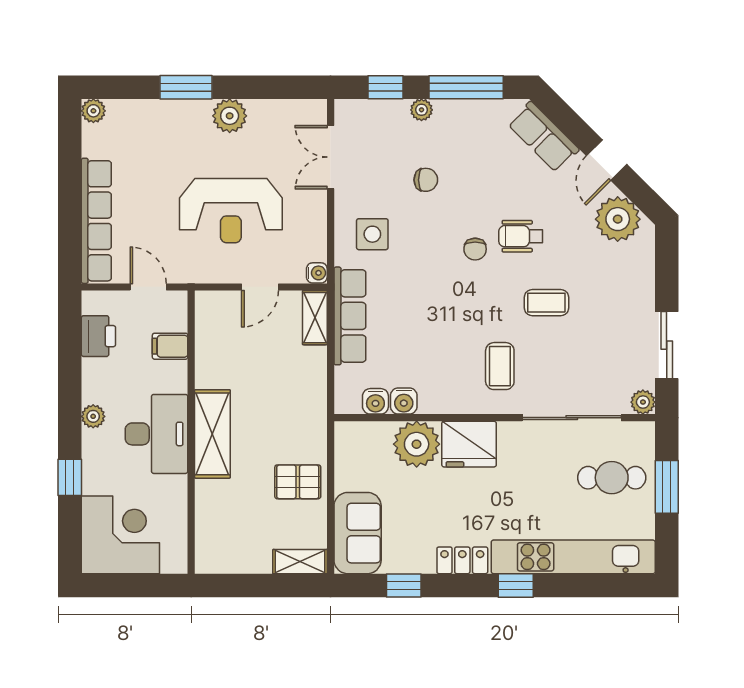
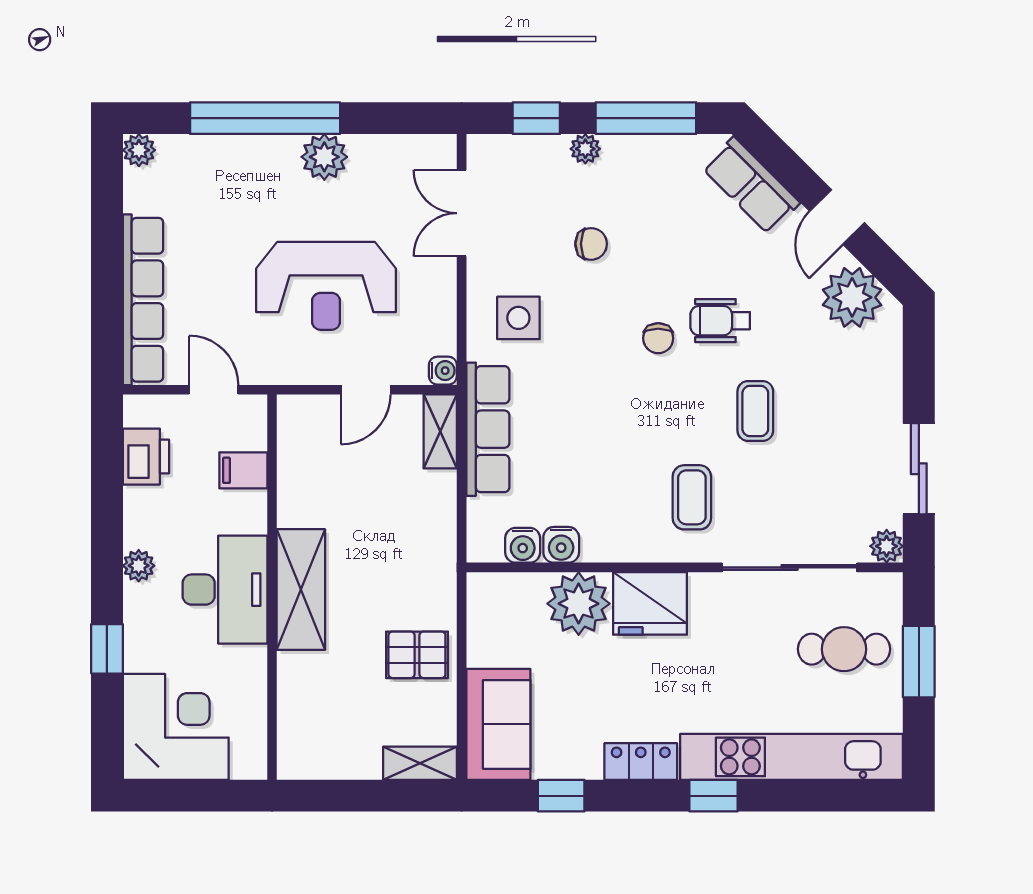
window: (186, 87) -> (265, 118), width x2.11
coffee table: (546, 303) -> (755, 411), turned 90

